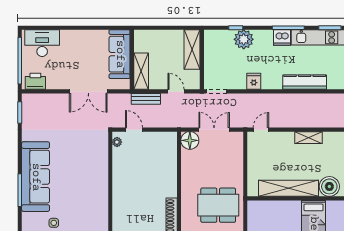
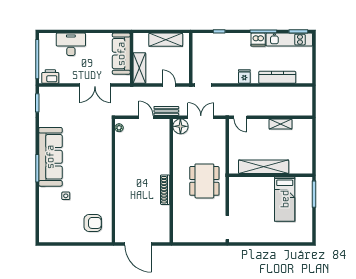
plant: (244, 39) -> (226, 41), removed
desk: (42, 43) -> (71, 44), moved
shelving: (192, 50) -> (166, 40), moved, turned 90
fridge: (254, 81) -> (244, 76), moved
bench: (146, 99) -> (166, 111), moved
door: (134, 130) -> (146, 117), moved
door: (261, 130) -> (240, 117), swing flipped
boiler: (329, 186) -> (298, 165), removed
dining table: (218, 205) -> (204, 181), turned 90

